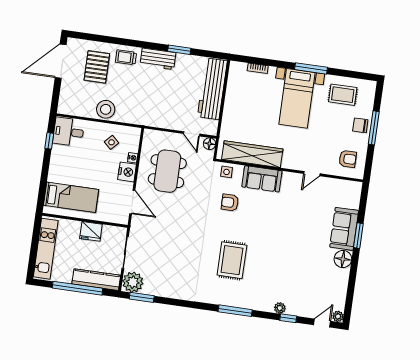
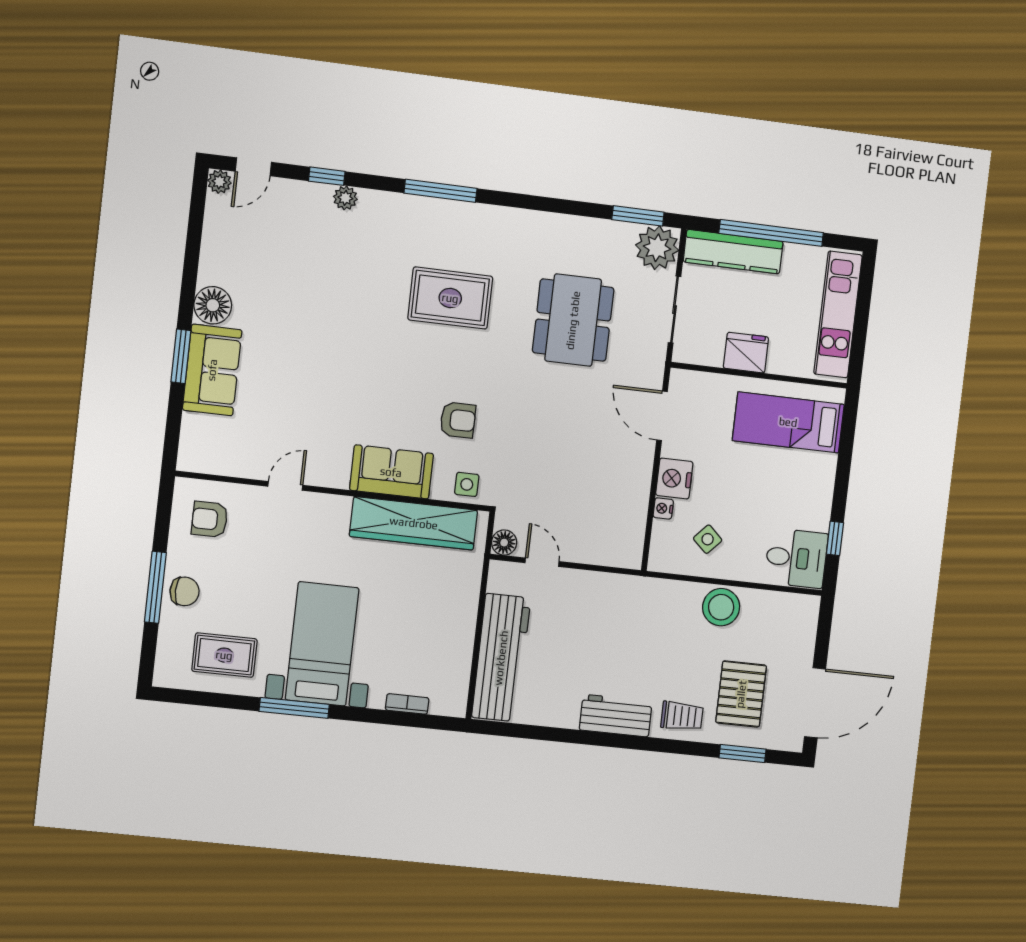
window: (179, 50) -> (743, 754), moved
dining table: (167, 171) -> (573, 320), moved
rug: (232, 260) -> (450, 298), turned 90

